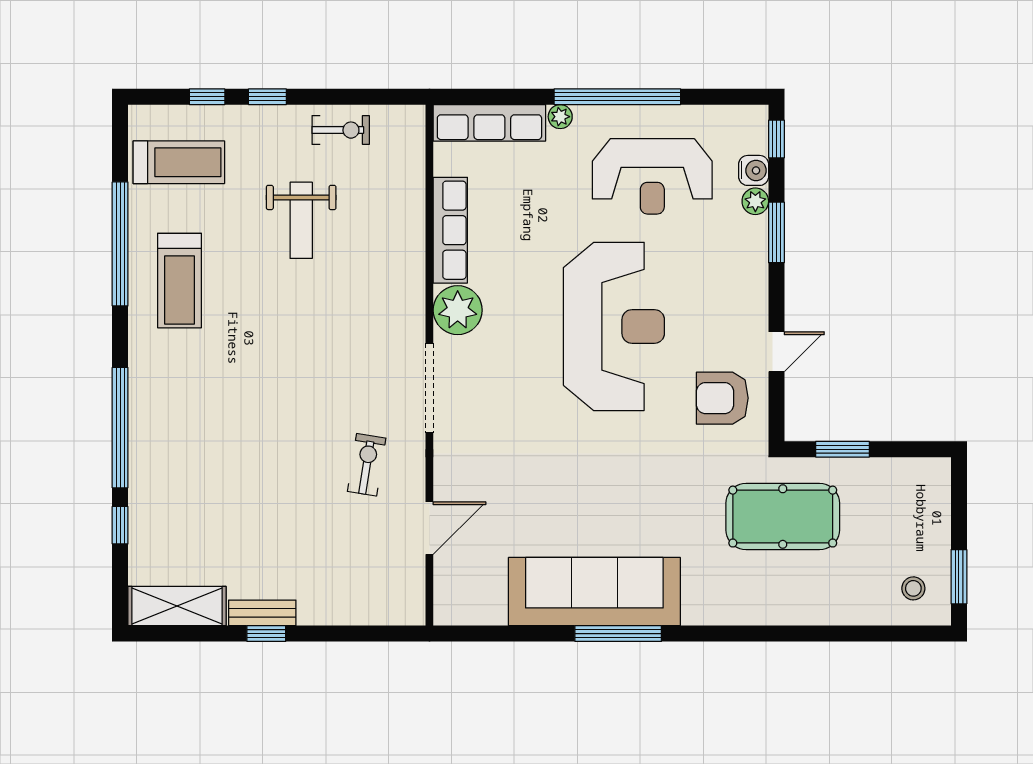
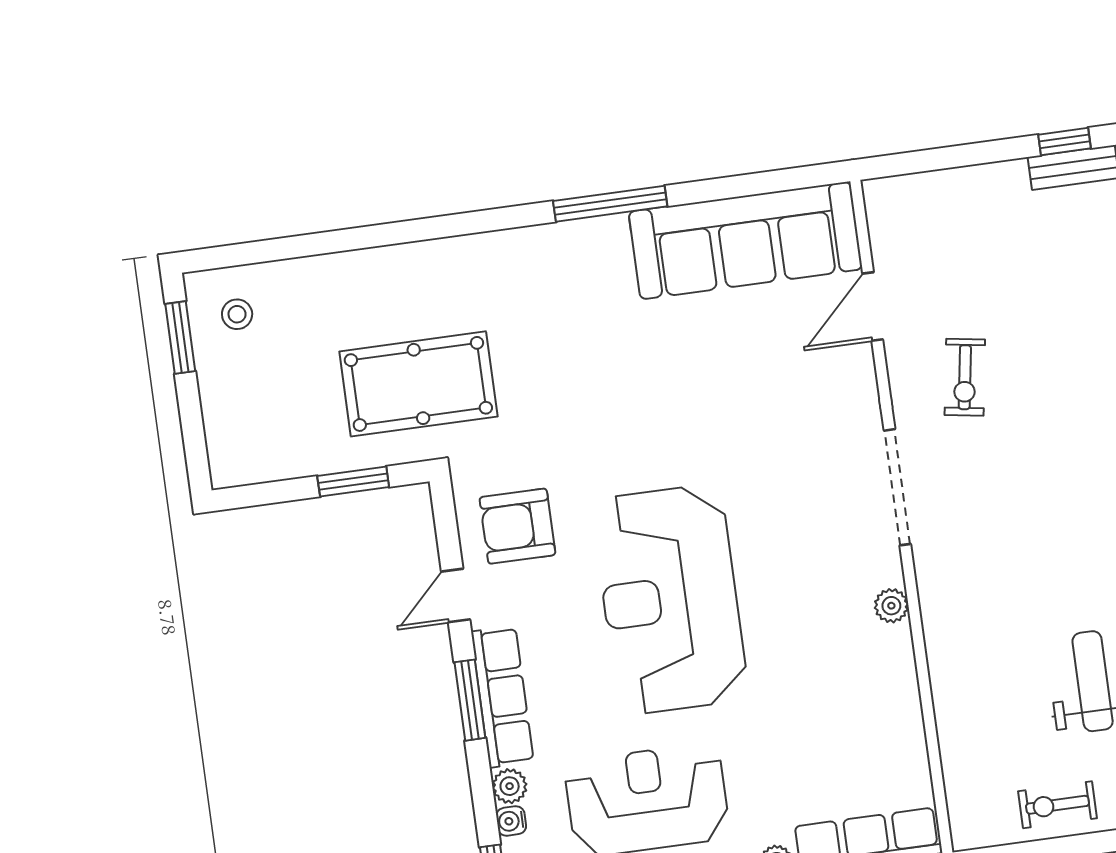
water cooler: (754, 170) -> (511, 821), width x0.72, depth x0.72
row of seats: (450, 230) -> (502, 697), moved, turned 180
window: (776, 232) -> (470, 700), moved
plant: (458, 310) -> (891, 606), width x0.53, depth x0.53
armchair: (722, 398) -> (517, 526), turned 180
sofa: (594, 592) -> (745, 240), moved

